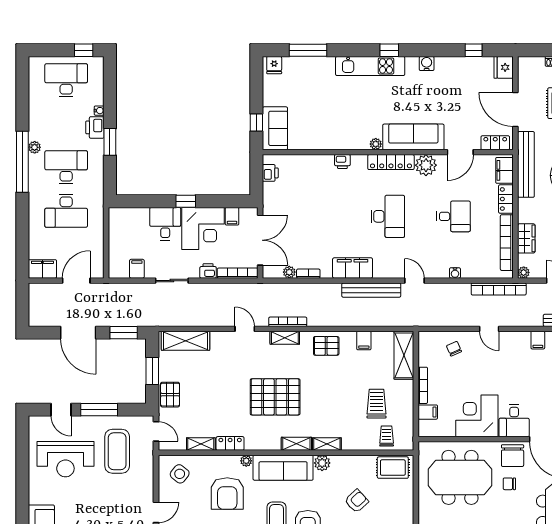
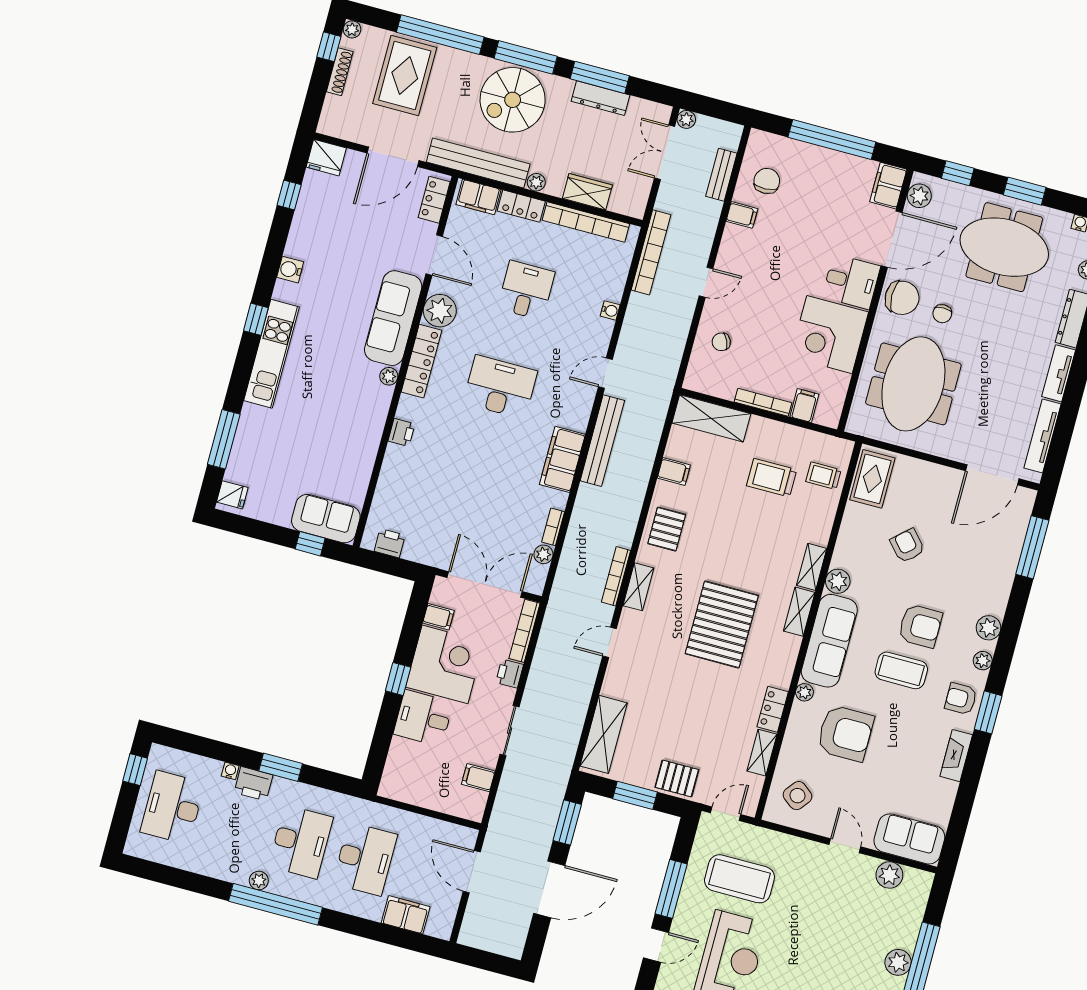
desk: (66, 167) -> (301, 842), turned 180
filing cabinet: (42, 269) -> (406, 915), moved, turned 90
plant: (524, 272) -> (536, 182), moved

